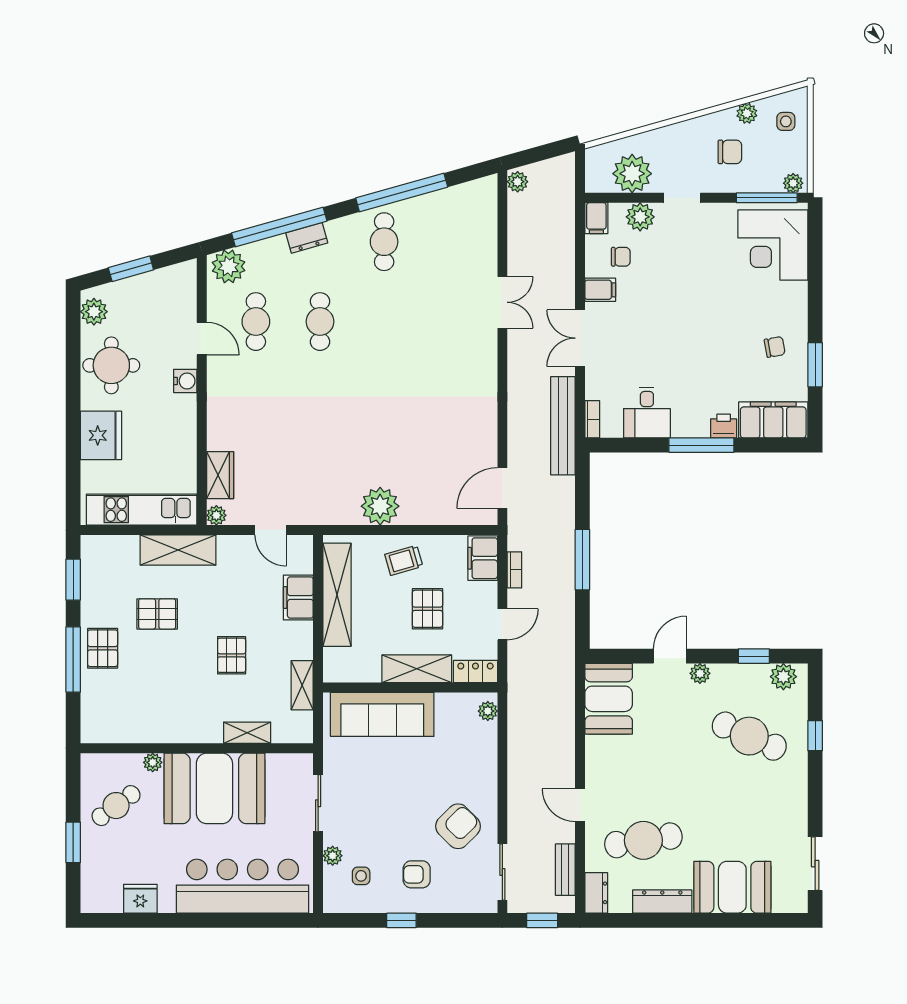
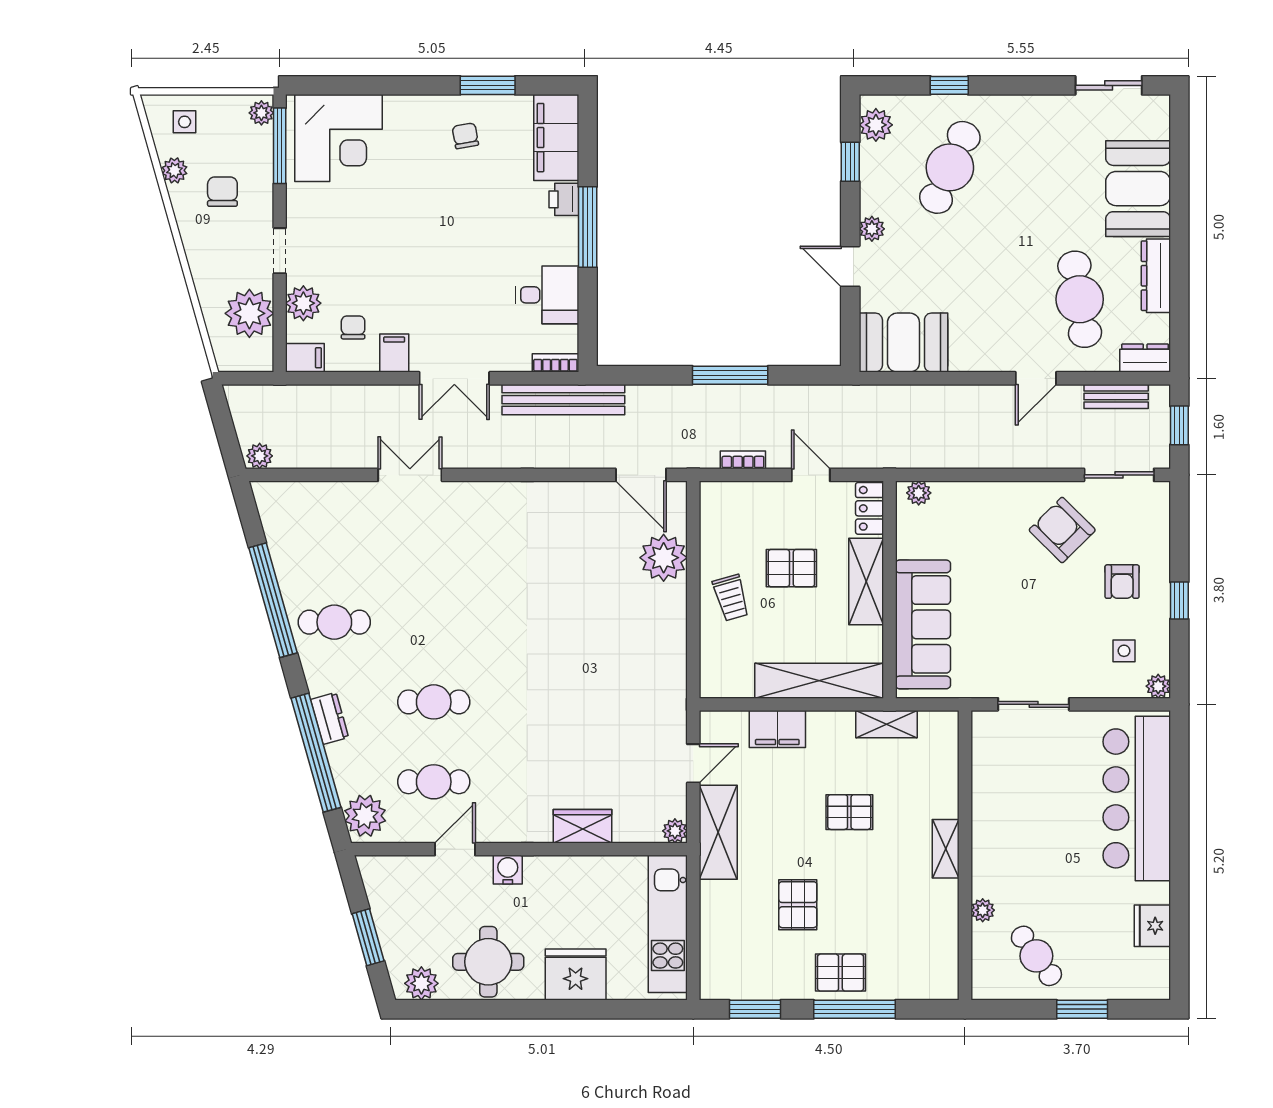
wardrobe: (220, 475) -> (582, 826), moved
plant: (380, 506) -> (664, 558), moved
shelving: (178, 550) -> (718, 832), moved
filing cabinet: (483, 558) -> (728, 499), removed
shelving: (337, 595) -> (819, 681), moved
shelving: (247, 733) -> (946, 849), moved
booth: (214, 788) -> (1015, 833), removed
plant: (333, 856) -> (1158, 686), moved

